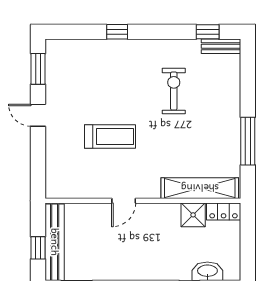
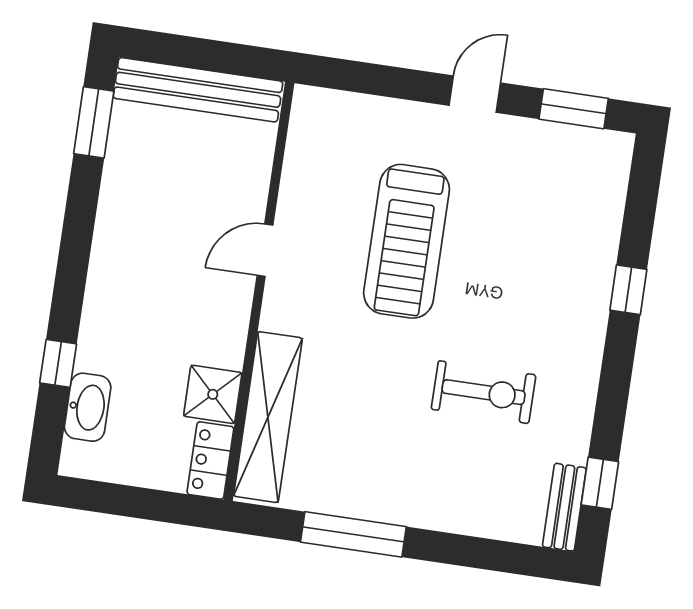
treadmill: (110, 136) -> (407, 241), width x1.37, depth x1.38
door: (124, 201) -> (265, 250), hinge flipped
window: (38, 248) -> (191, 52), removed

